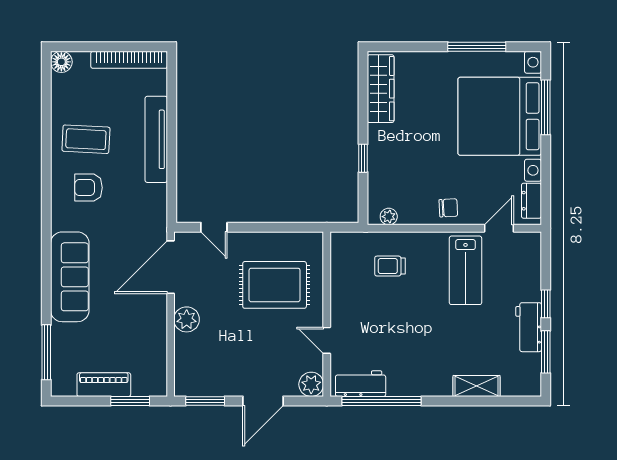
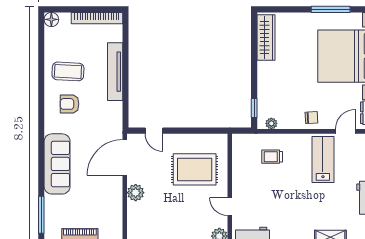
window: (363, 158) -> (254, 108), moved
lab bench: (465, 270) -> (323, 160), turned 180

